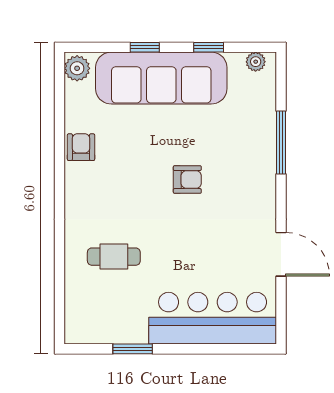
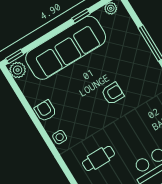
window: (145, 47) -> (15, 56), moved
side table: (79, 195) -> (60, 137), added

